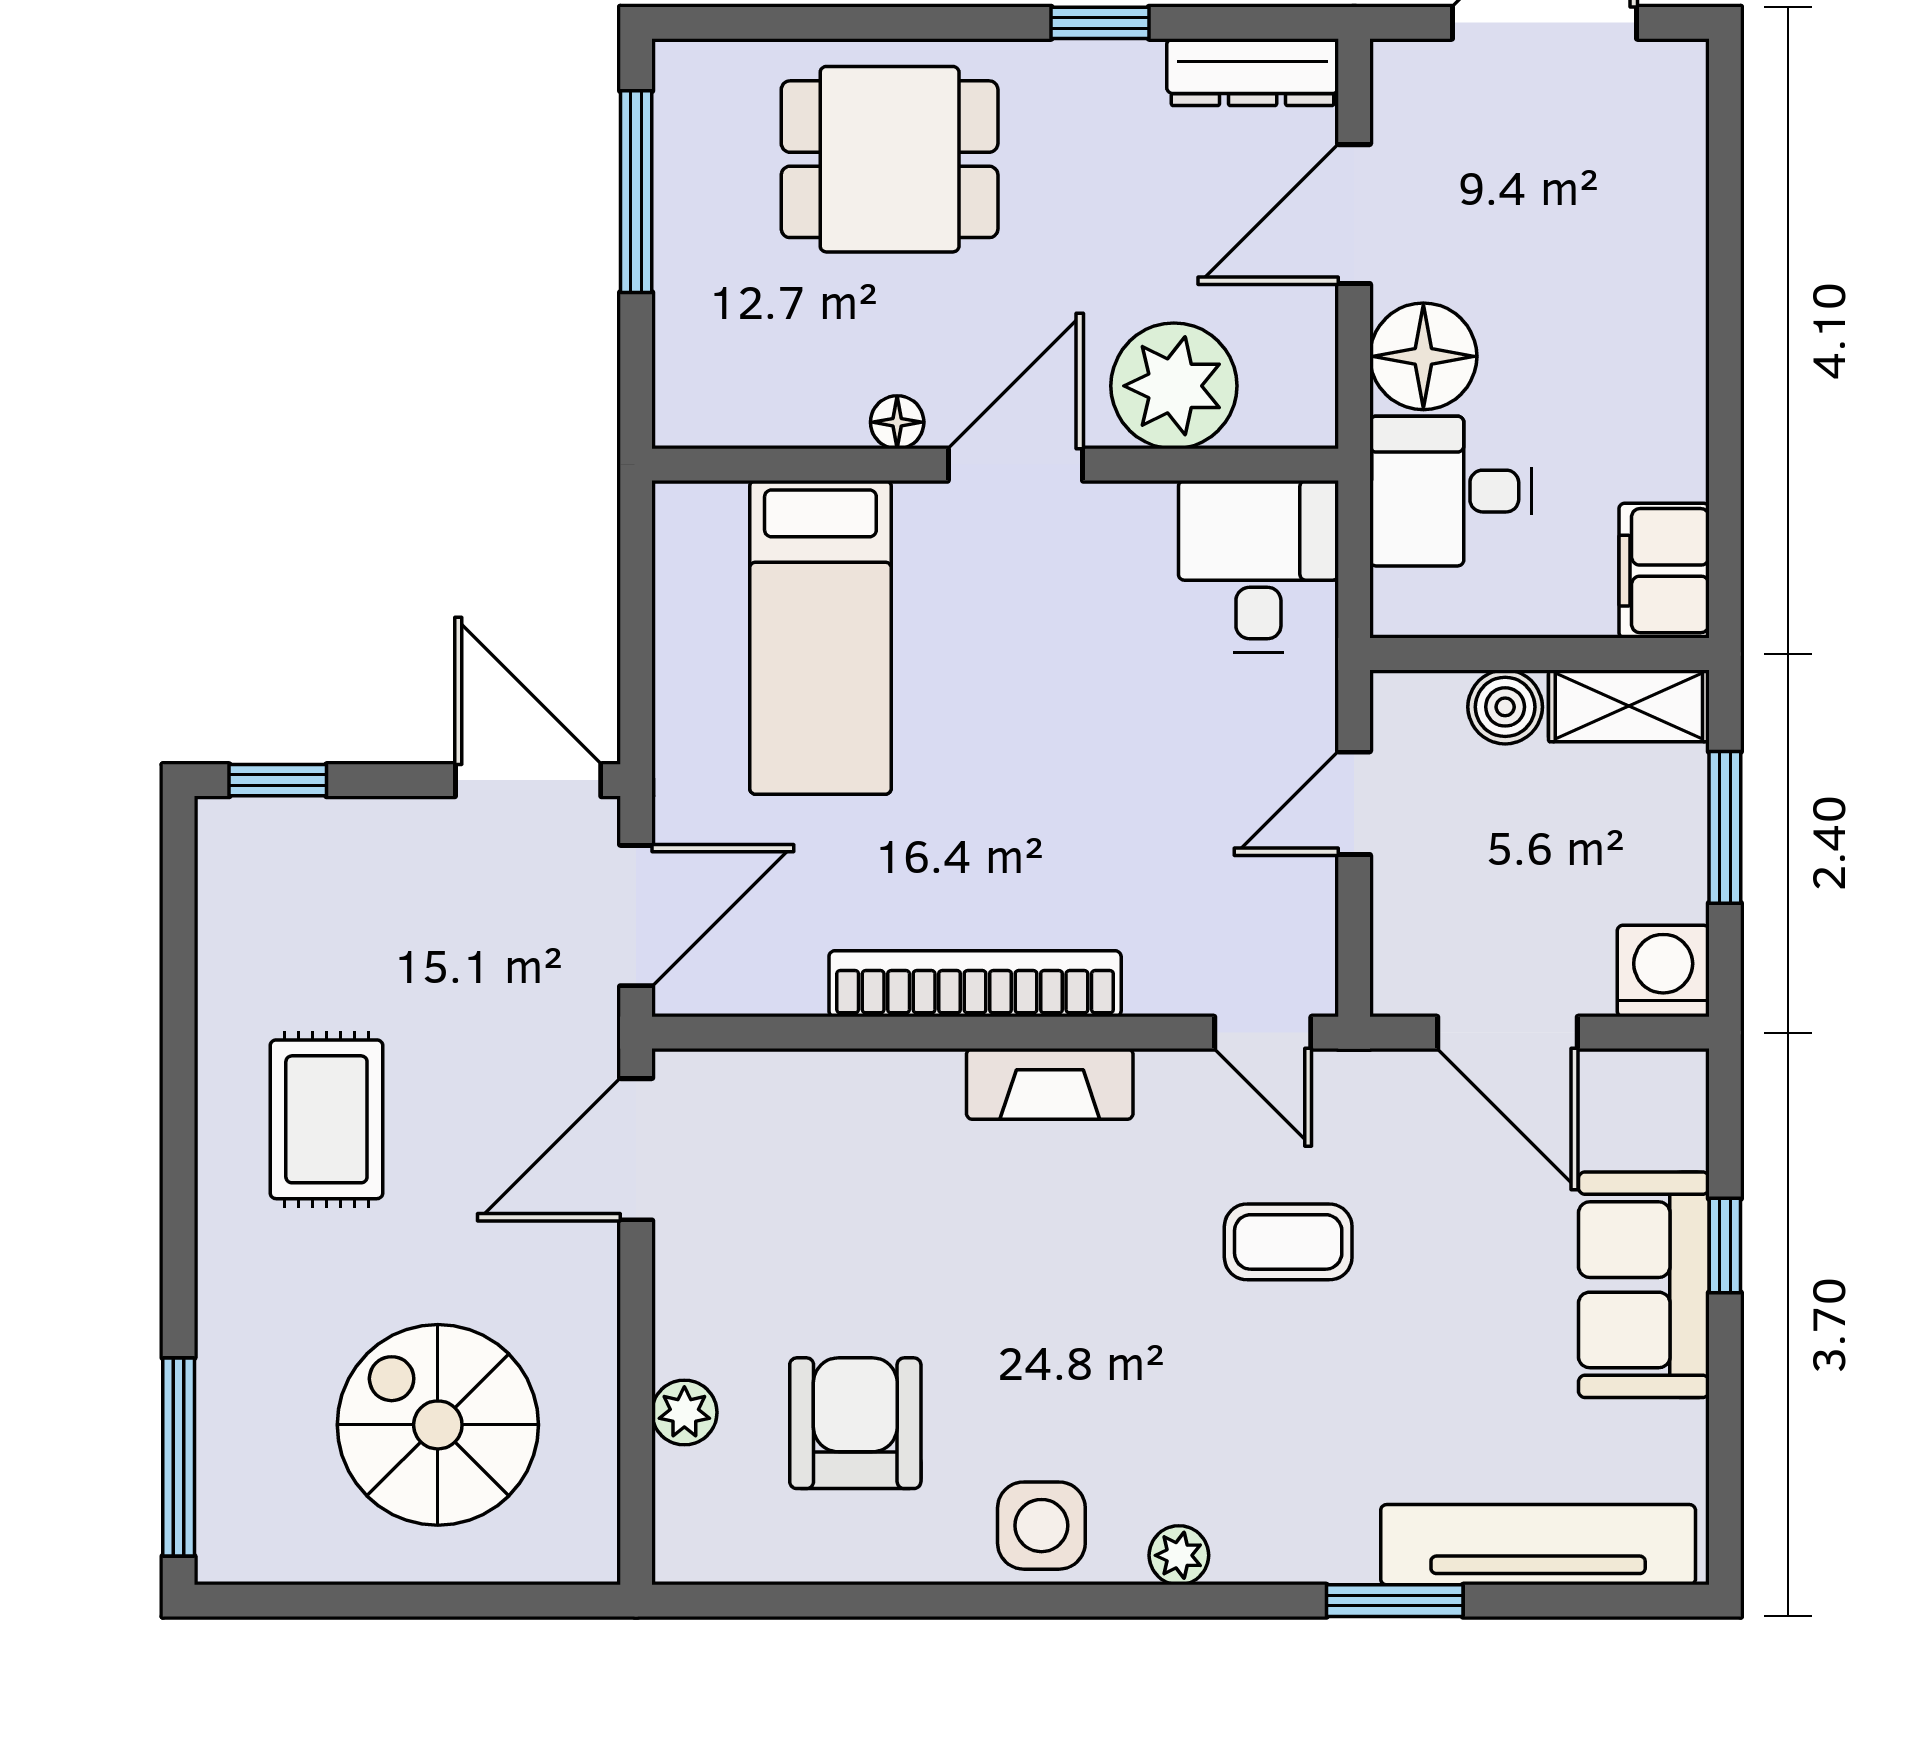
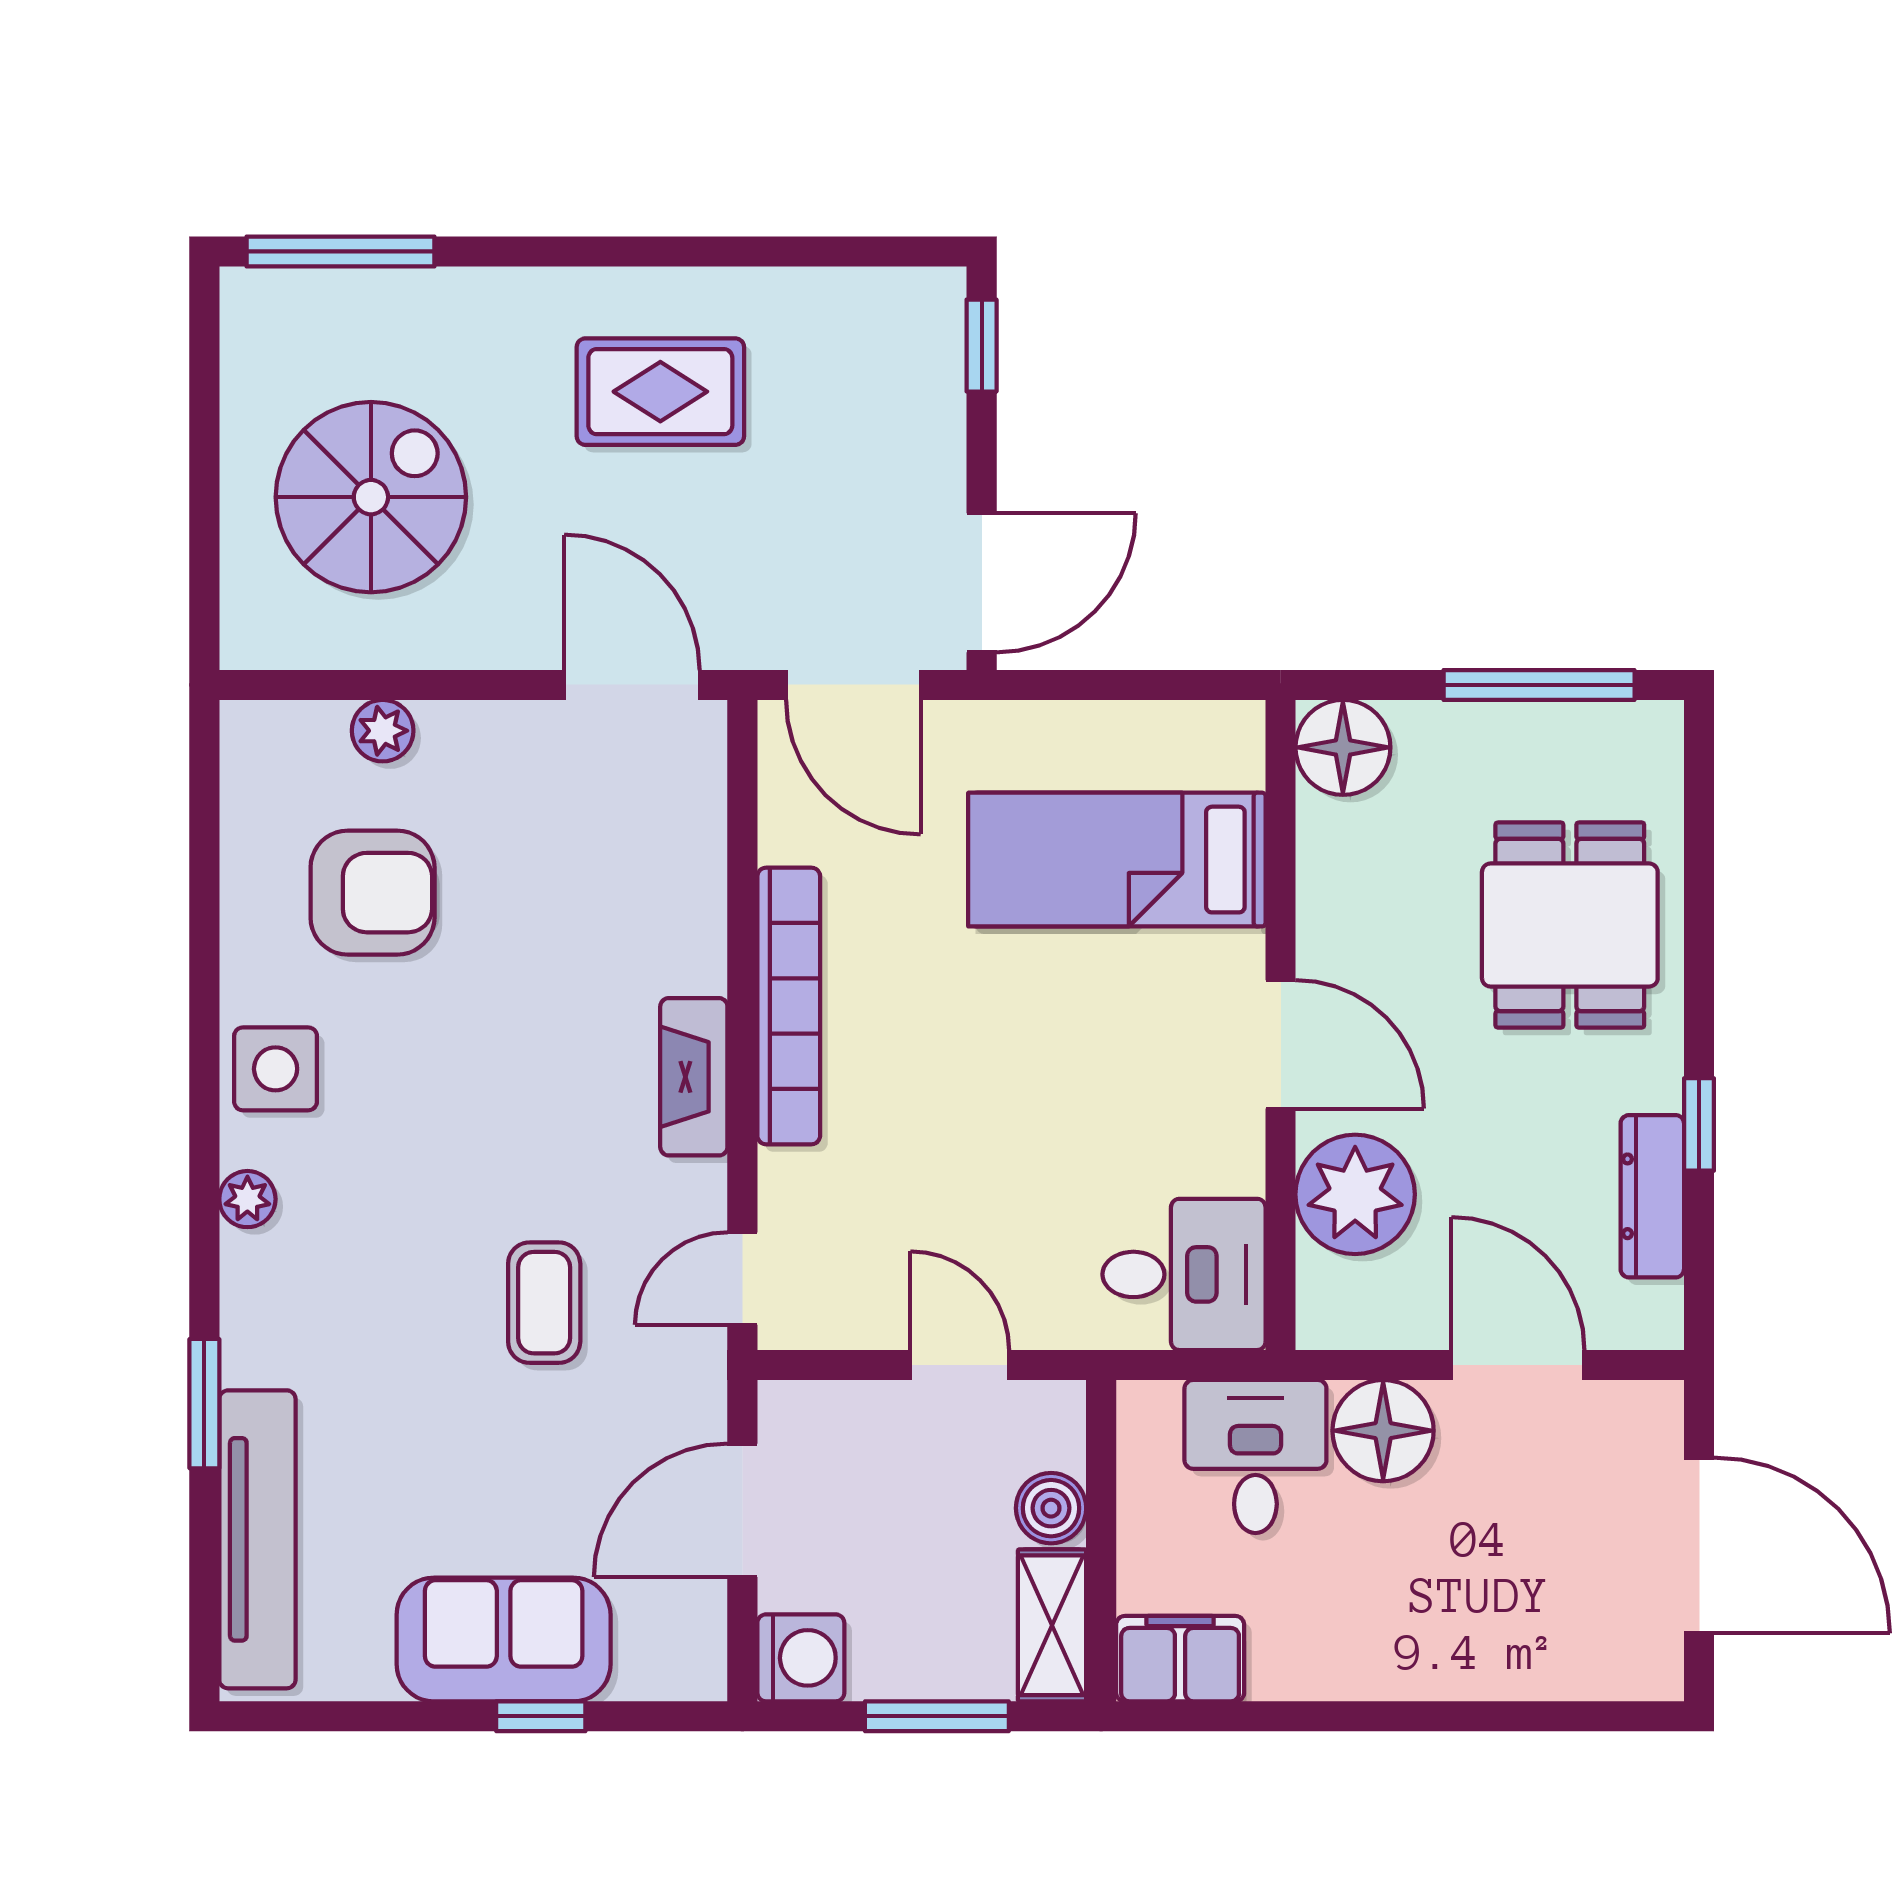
dresser: (1253, 72) -> (1652, 1196), moved
floor lamp: (897, 422) -> (1343, 747), moved, width x1.89, depth x1.89

